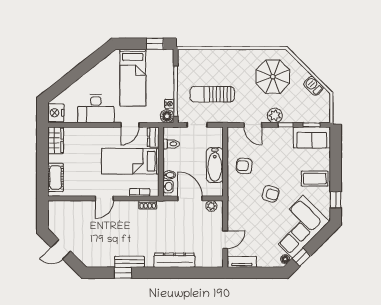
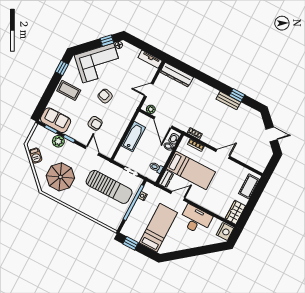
sun lounger: (212, 94) -> (109, 187), width x1.36, depth x1.34
plant: (275, 115) -> (58, 141), moved
floor lamp: (167, 116) -> (149, 188), removed
armchair: (244, 166) -> (95, 123), moved
door: (225, 240) -> (149, 90), moved
dresser: (174, 260) -> (177, 75), moved

